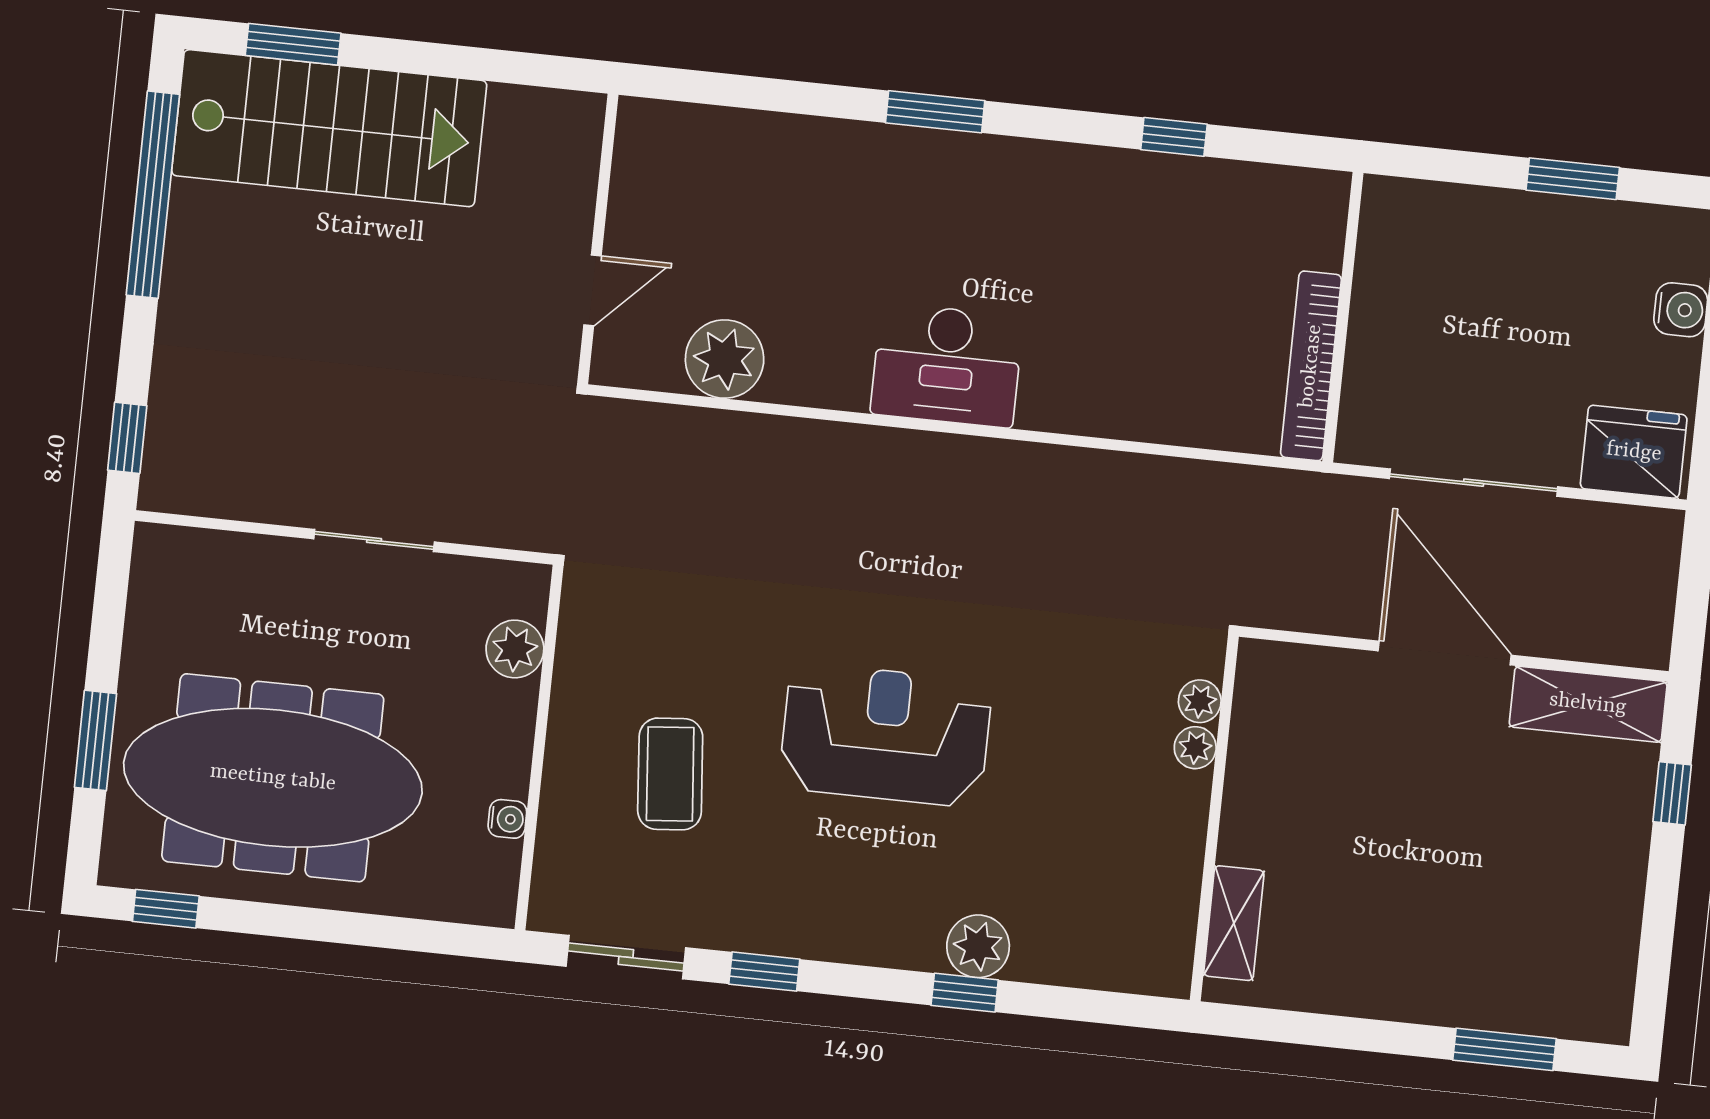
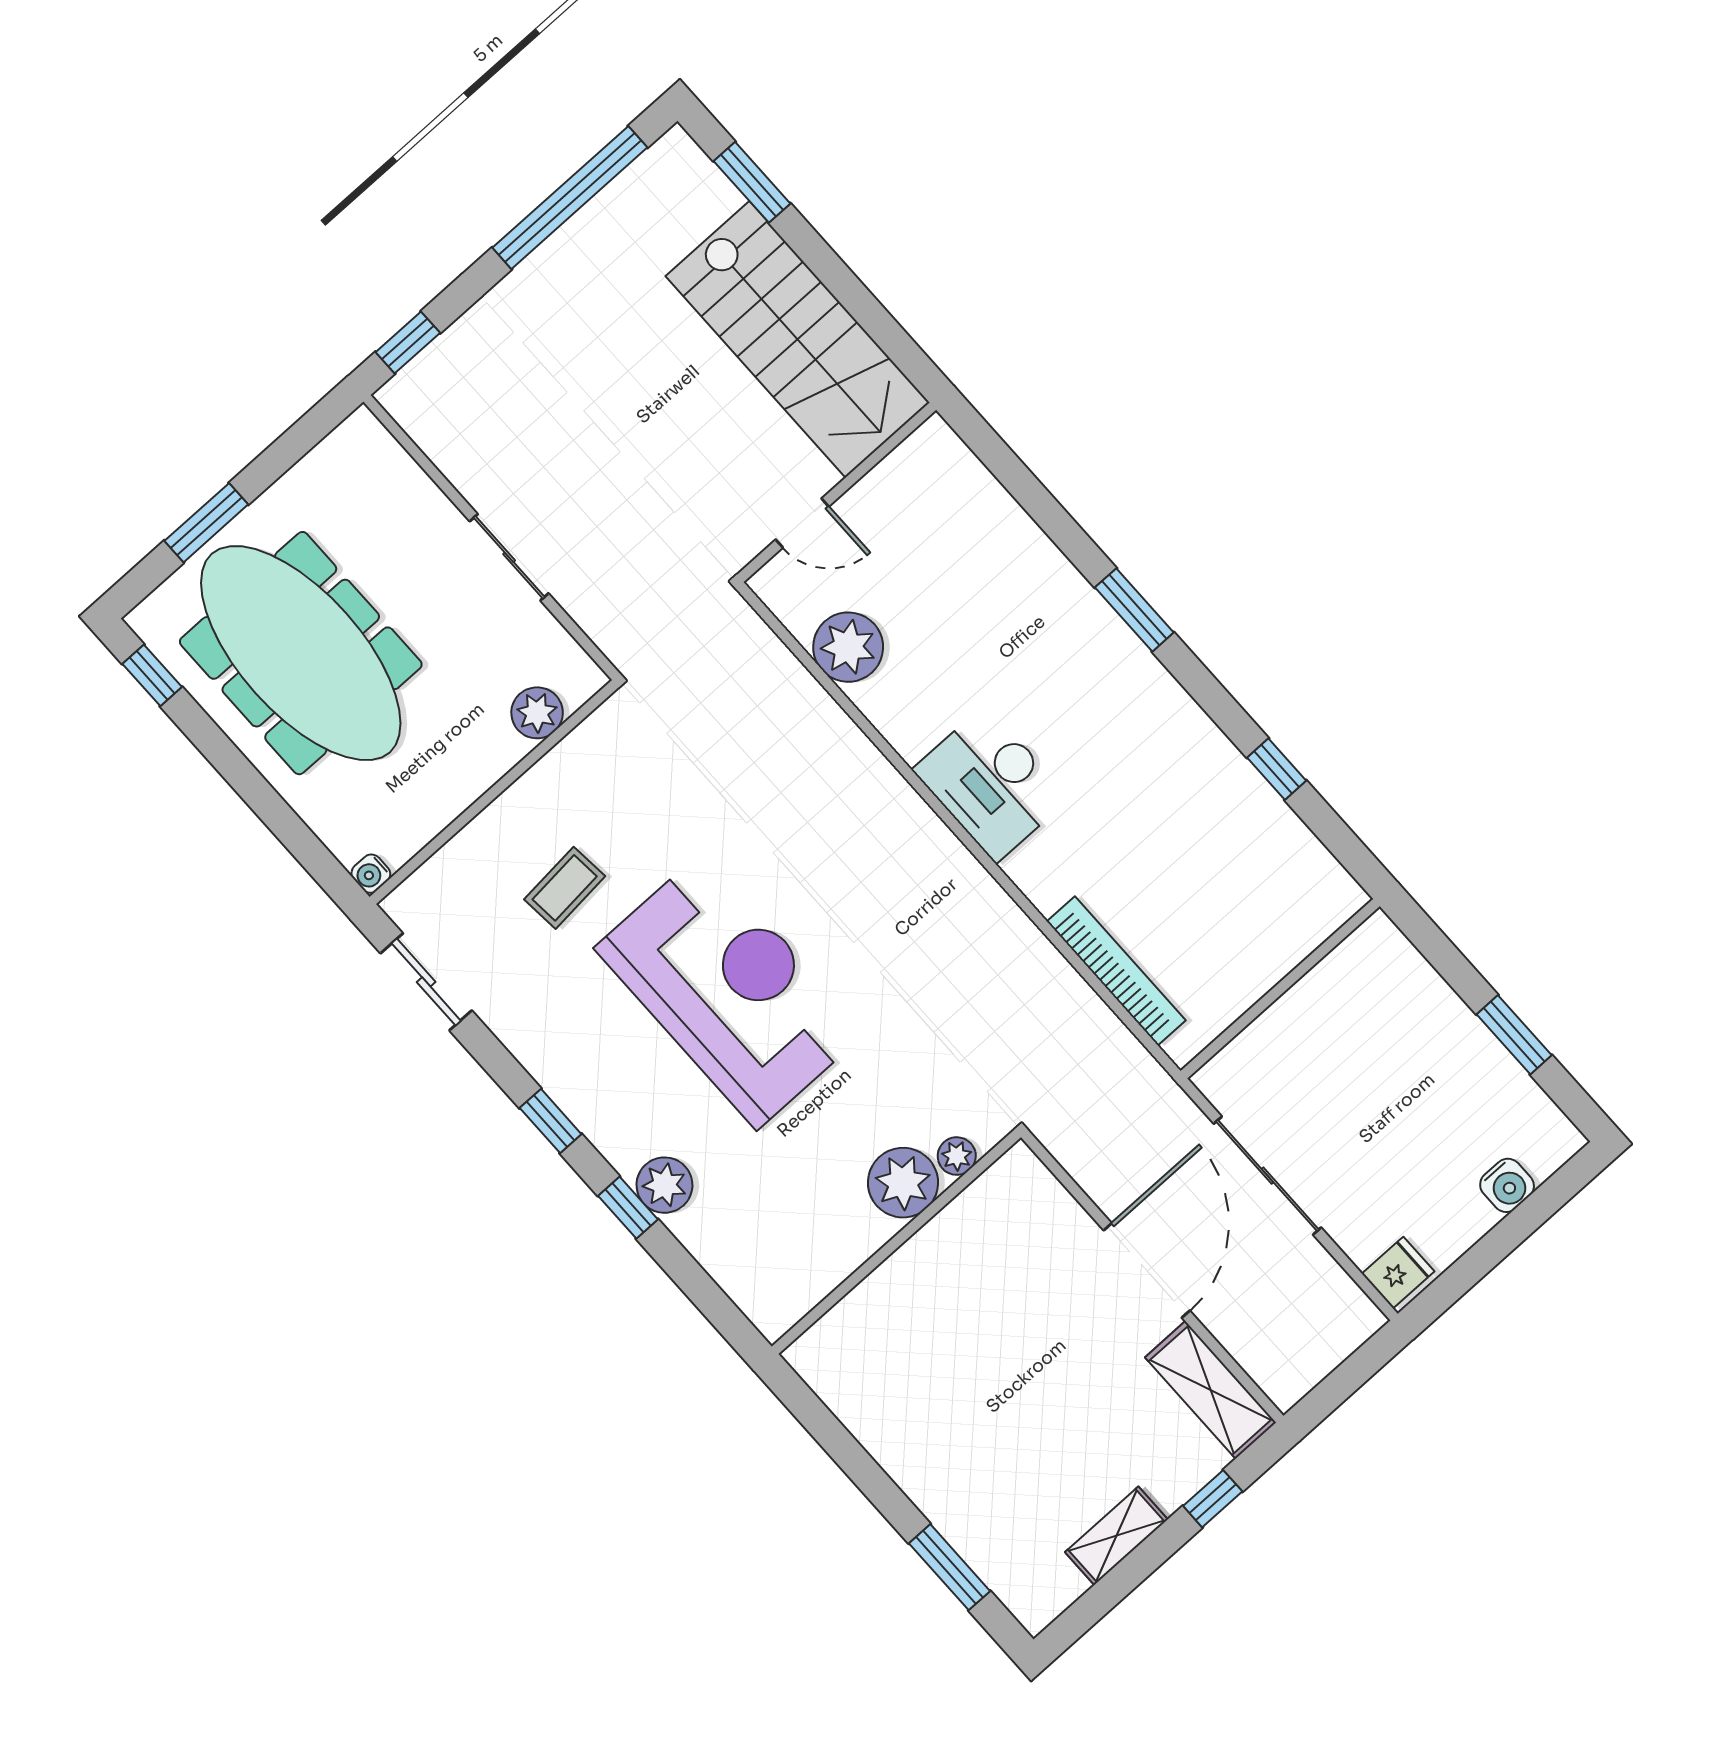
stairs: (329, 128) -> (797, 339), moved
bookcase: (1311, 366) -> (1116, 971), moved, turned 90
fridge: (1634, 452) -> (1398, 1273), width x0.53, depth x0.75
reception desk: (886, 735) -> (730, 991), width x1.36, depth x1.30
plant: (1195, 748) -> (903, 1183), width x1.88, depth x1.88
coffee table: (670, 774) -> (565, 888), width x0.73, depth x0.77
water cooler: (507, 819) -> (371, 874), moved, turned 90
shelving: (1234, 923) -> (1116, 1536), moved
window: (764, 972) -> (551, 1121), moved

